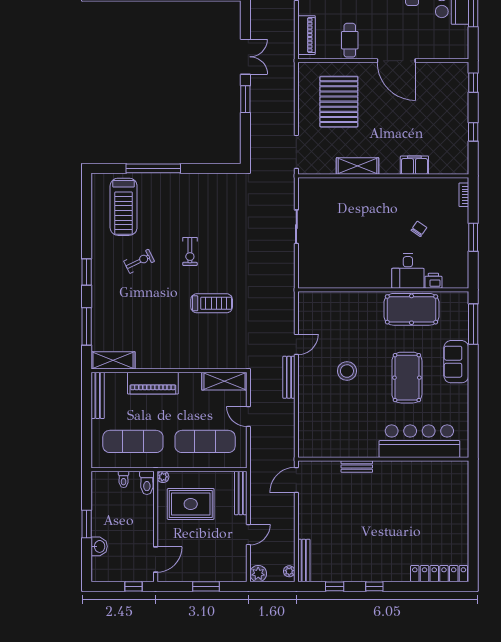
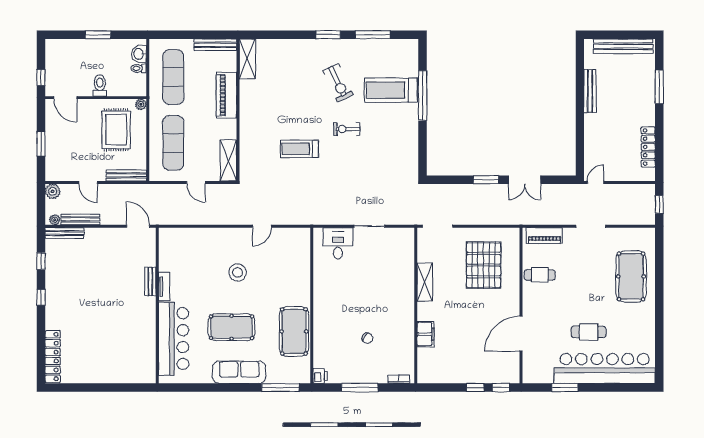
door: (396, 61) -> (521, 334), moved
pallet: (339, 102) -> (484, 265), turned 90
window: (473, 132) -> (475, 388), moved
treadmill: (124, 207) -> (391, 90), moved
window: (473, 237) -> (360, 388), width x1.44
exercise bike: (139, 261) -> (338, 83), width x1.38, depth x1.39
desk: (408, 271) -> (338, 243), moved, turned 90
printer: (433, 281) -> (320, 376), moved
treadmill: (212, 303) -> (299, 149), turned 90
window: (87, 326) -> (373, 35), moved
door: (296, 344) -> (262, 226), hinge flipped
sofa: (456, 362) -> (239, 372), width x1.36
bench: (289, 377) -> (80, 219), moved
door: (248, 417) -> (196, 182), swing flipped
tv unit: (362, 452) -> (164, 286), added
toilet: (147, 483) -> (100, 86), moved, turned 90
washbasin: (99, 546) -> (139, 54), moved, turned 90

